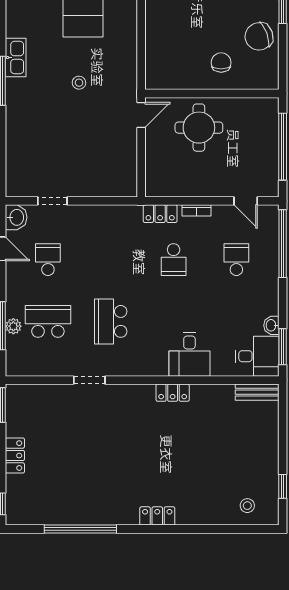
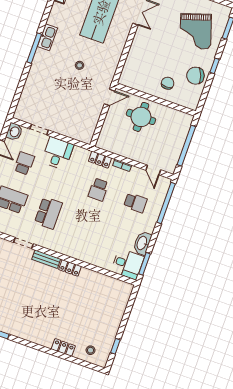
school desk: (236, 260) -> (135, 203), turned 90
school desk: (111, 321) -> (48, 213), turned 180
washbasin: (271, 325) -> (142, 243), width x1.91, depth x1.45
desk: (189, 354) -> (58, 153), moved, turned 180
bench: (257, 392) -> (46, 259), moved
locker: (157, 516) -> (63, 347), moved

